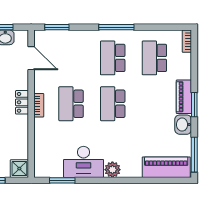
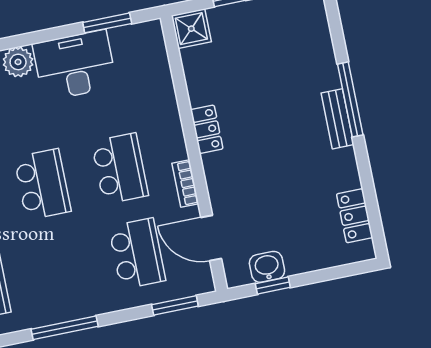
school desk: (113, 58) -> (137, 254), moved
locker: (22, 102) -> (207, 129), moved
bookcase: (39, 105) -> (185, 184), moved

